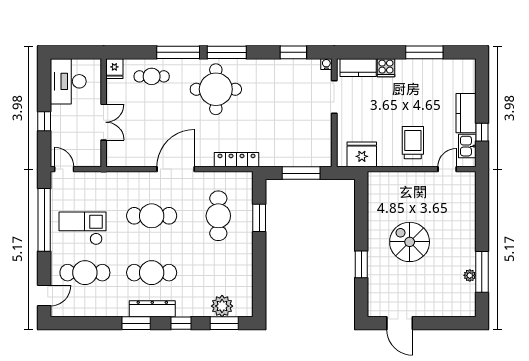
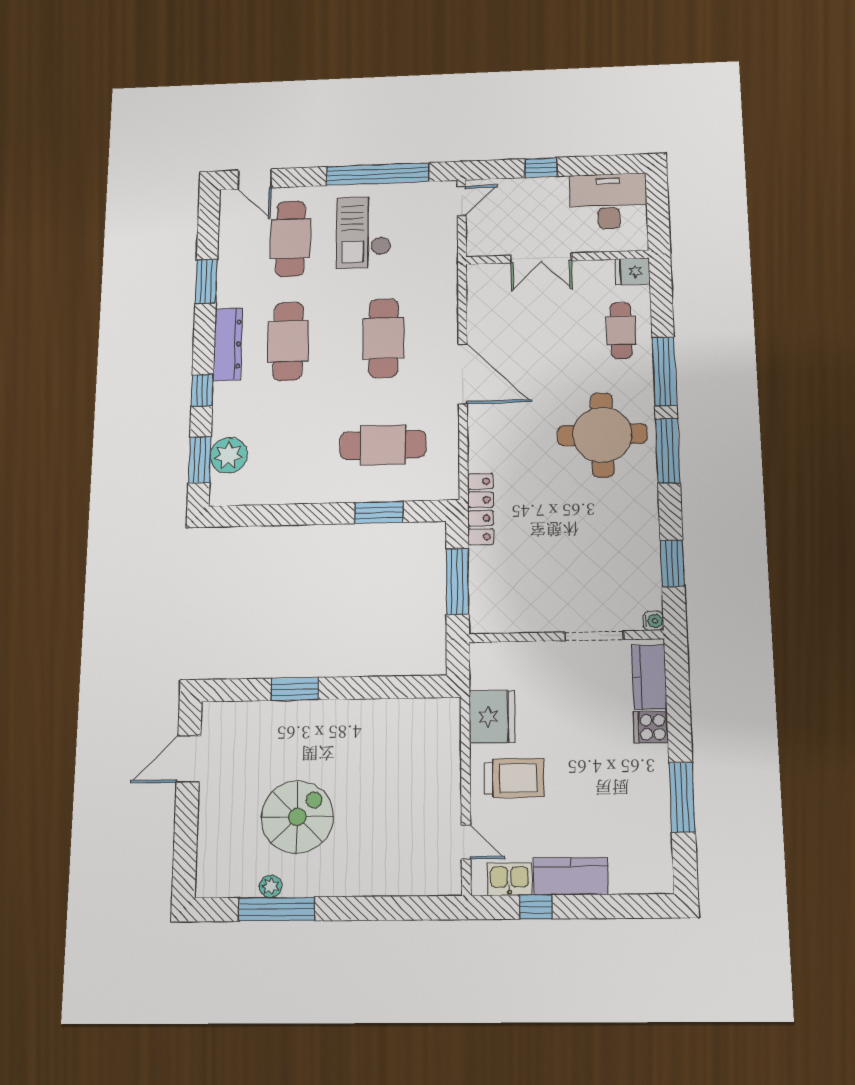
fridge: (362, 154) -> (492, 717), moved
locker: (236, 160) -> (481, 509), moved
checkout: (83, 228) -> (364, 232), turned 180
spiral stairs: (410, 242) -> (297, 817), moved
window: (136, 323) -> (206, 281), moved

